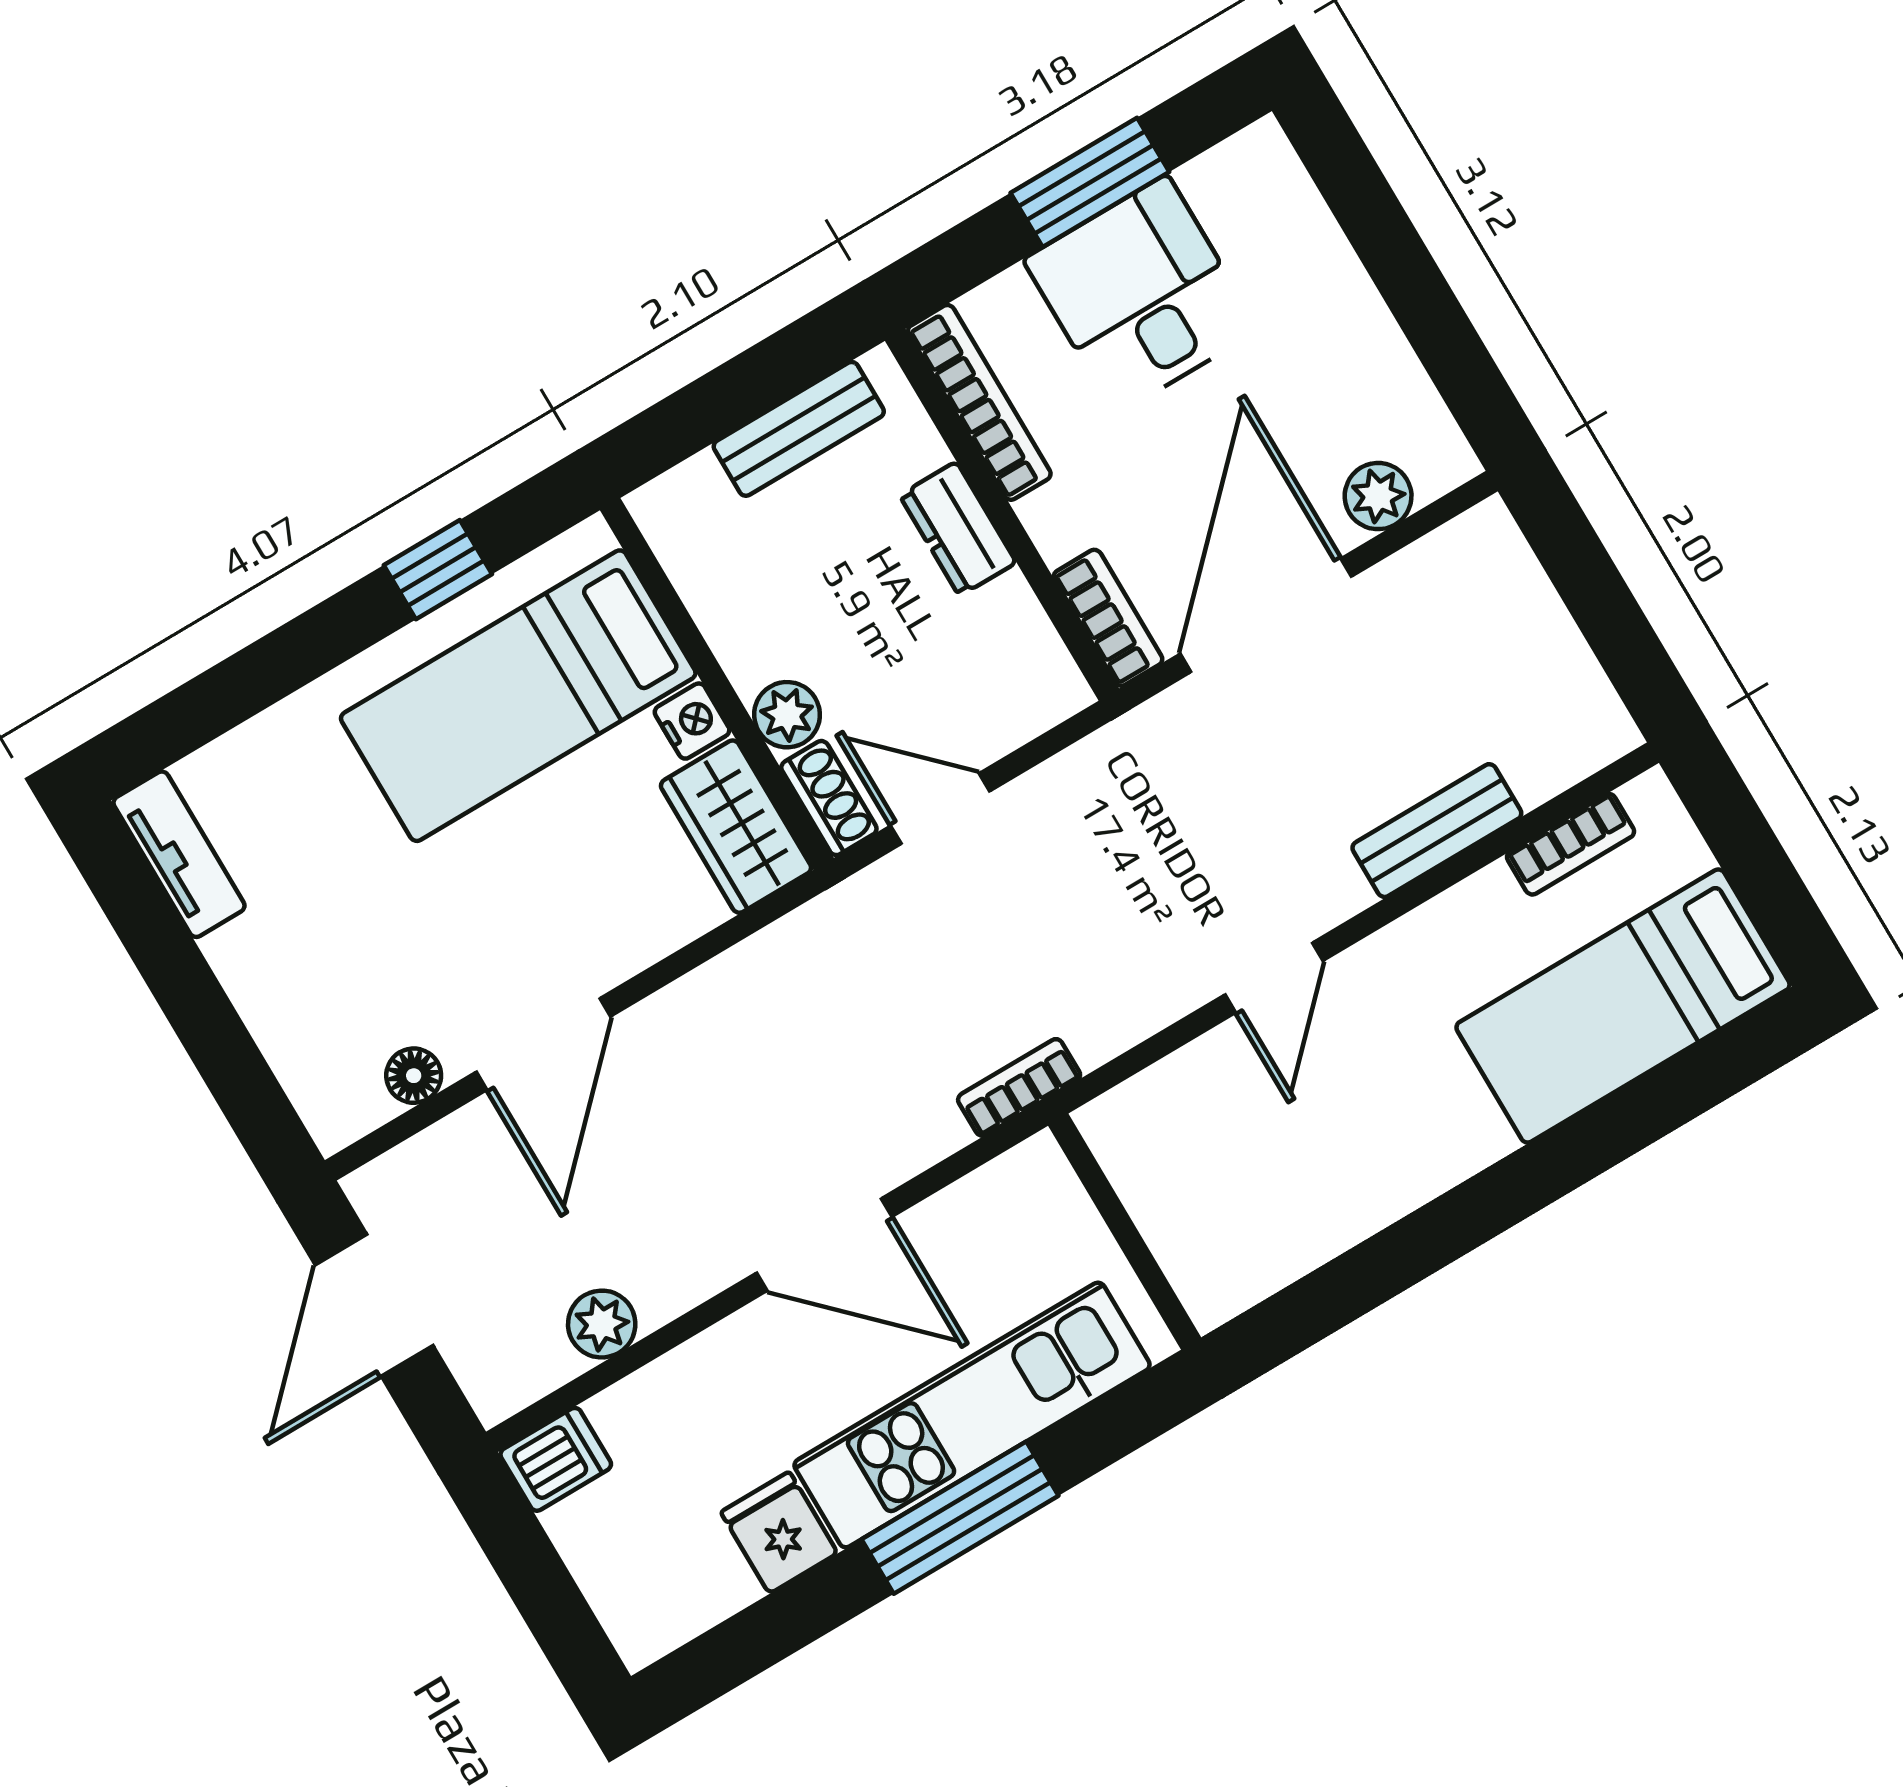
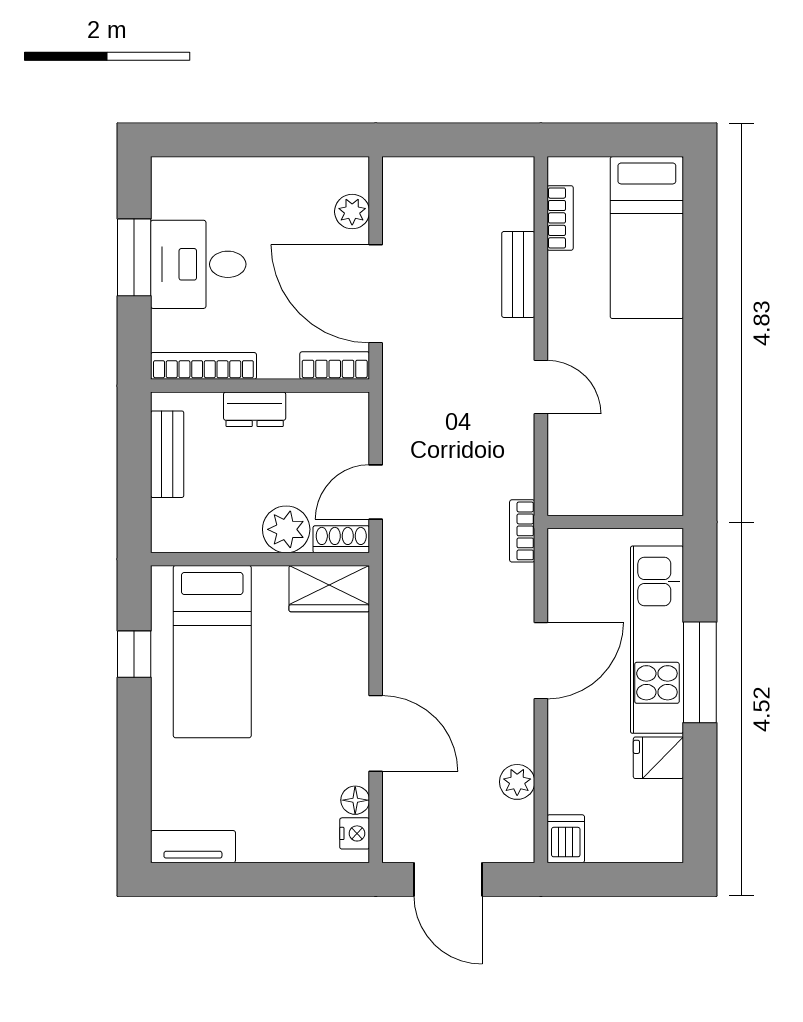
plant: (787, 715) -> (286, 529), width x1.38, depth x1.38
nightstand: (692, 721) -> (355, 833), moved, turned 90

